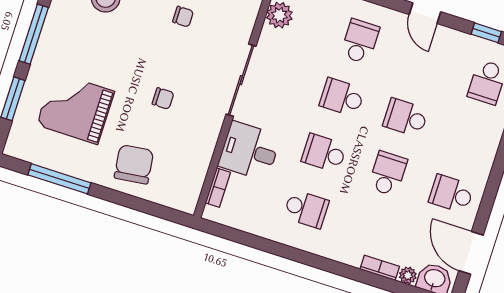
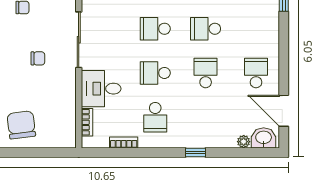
chair: (163, 98) -> (38, 58), moved
school desk: (451, 194) -> (256, 73), turned 90
school desk: (306, 209) -> (155, 117), turned 90
bookcase: (380, 268) -> (124, 143), moved
window: (343, 270) -> (196, 152), added

